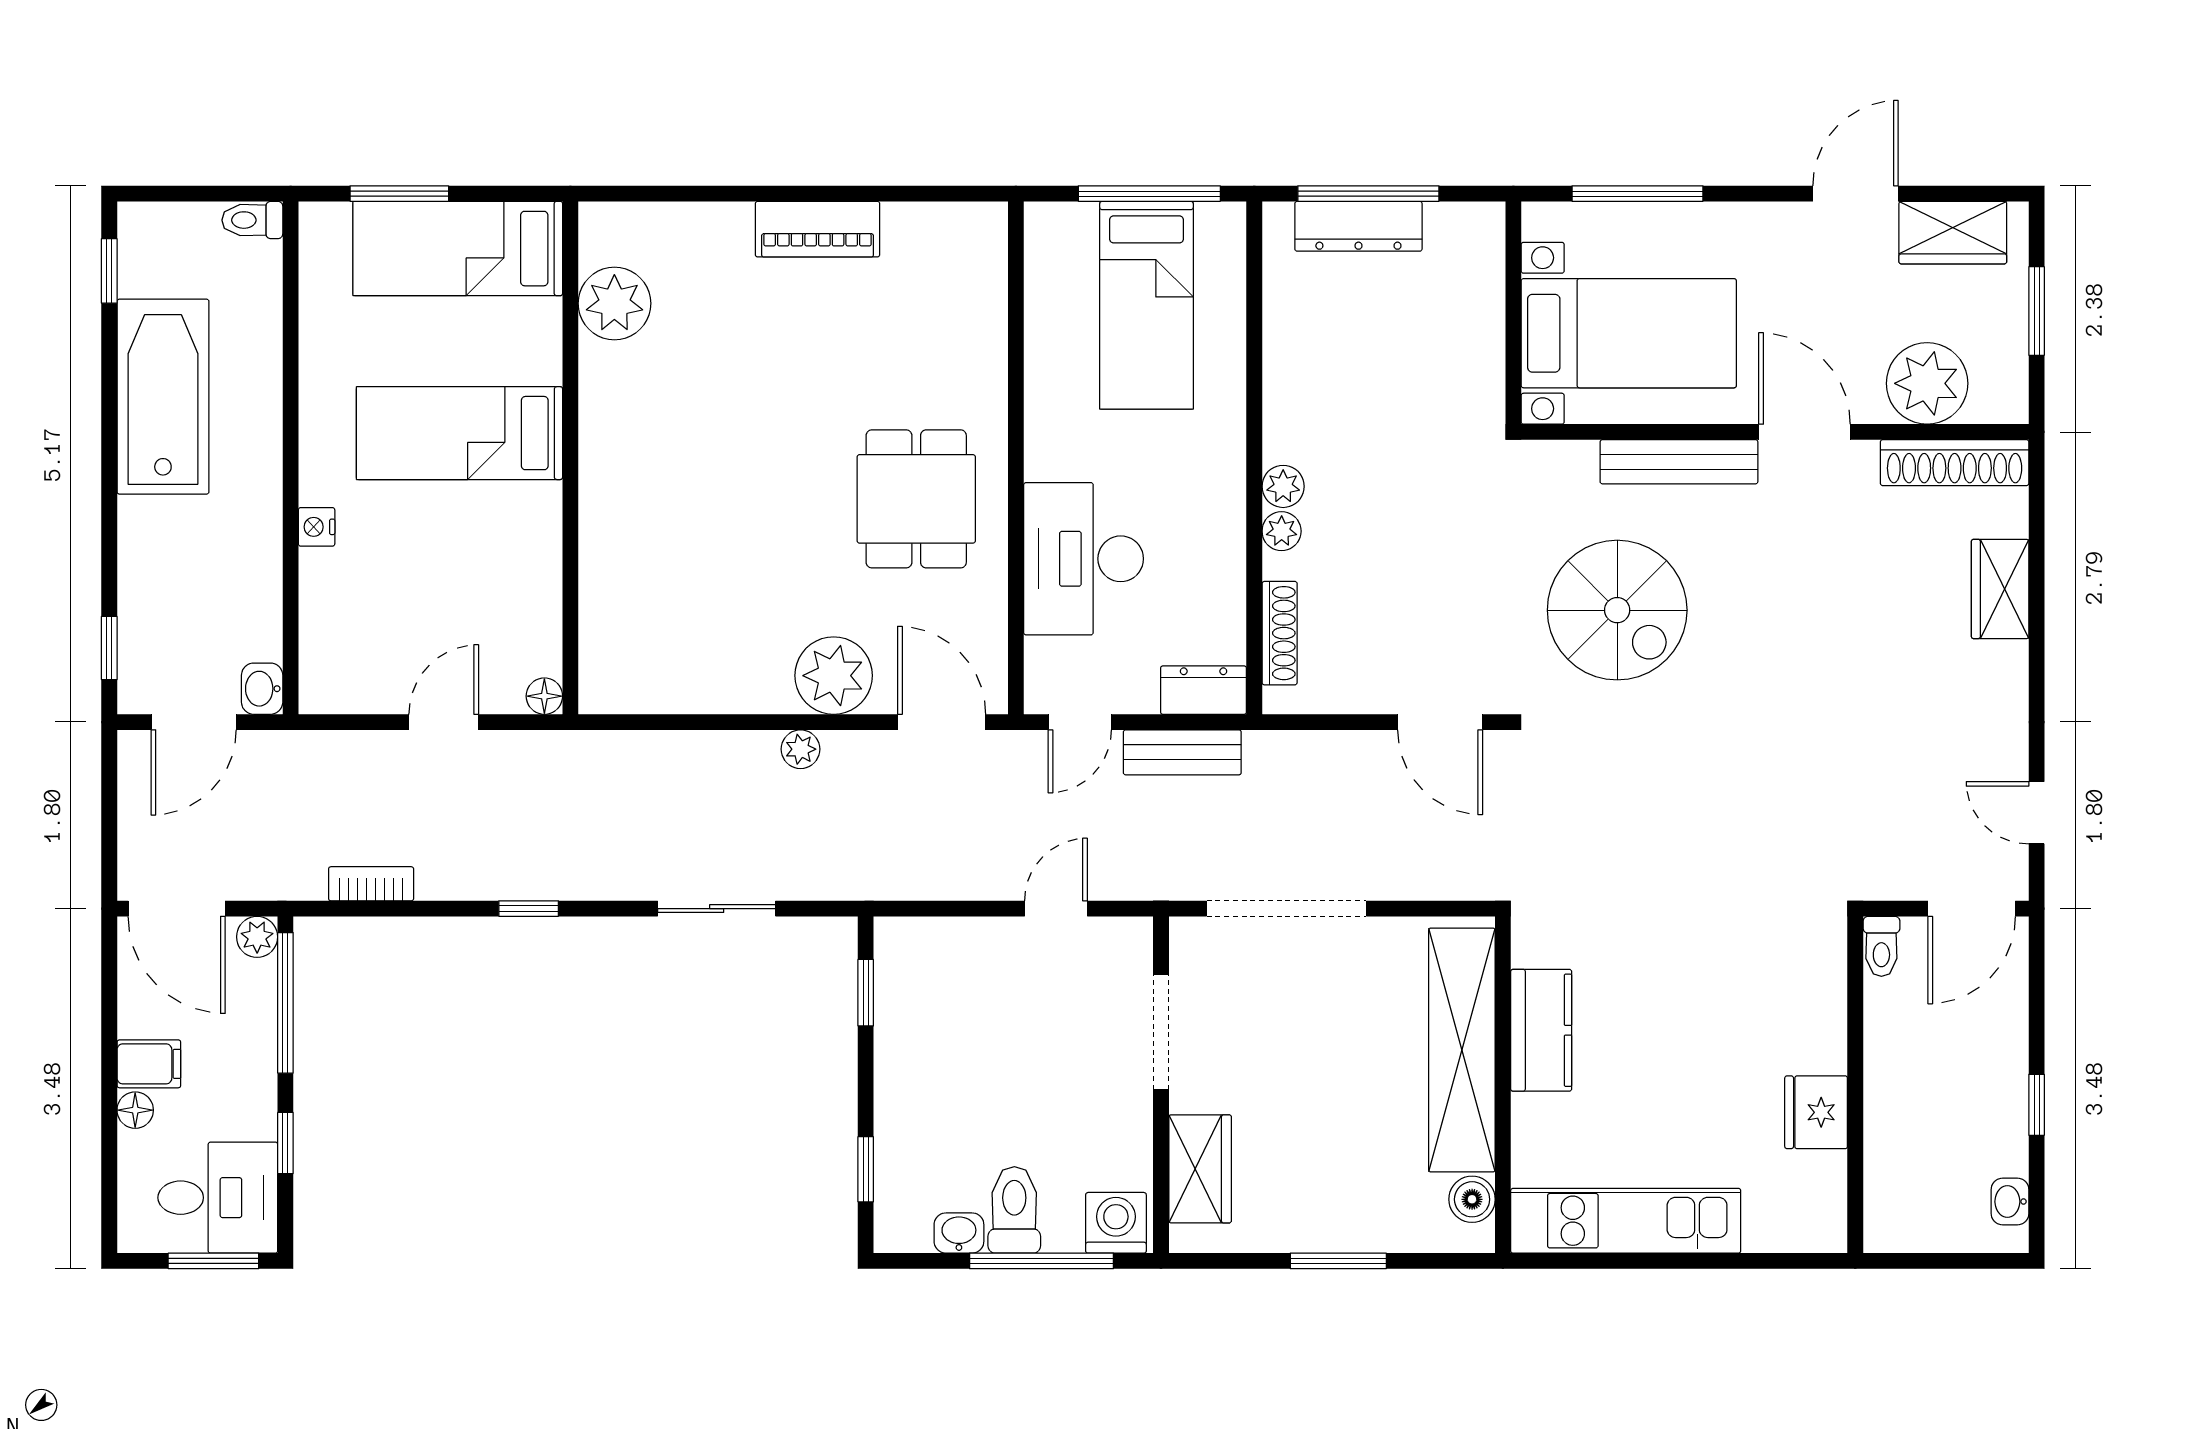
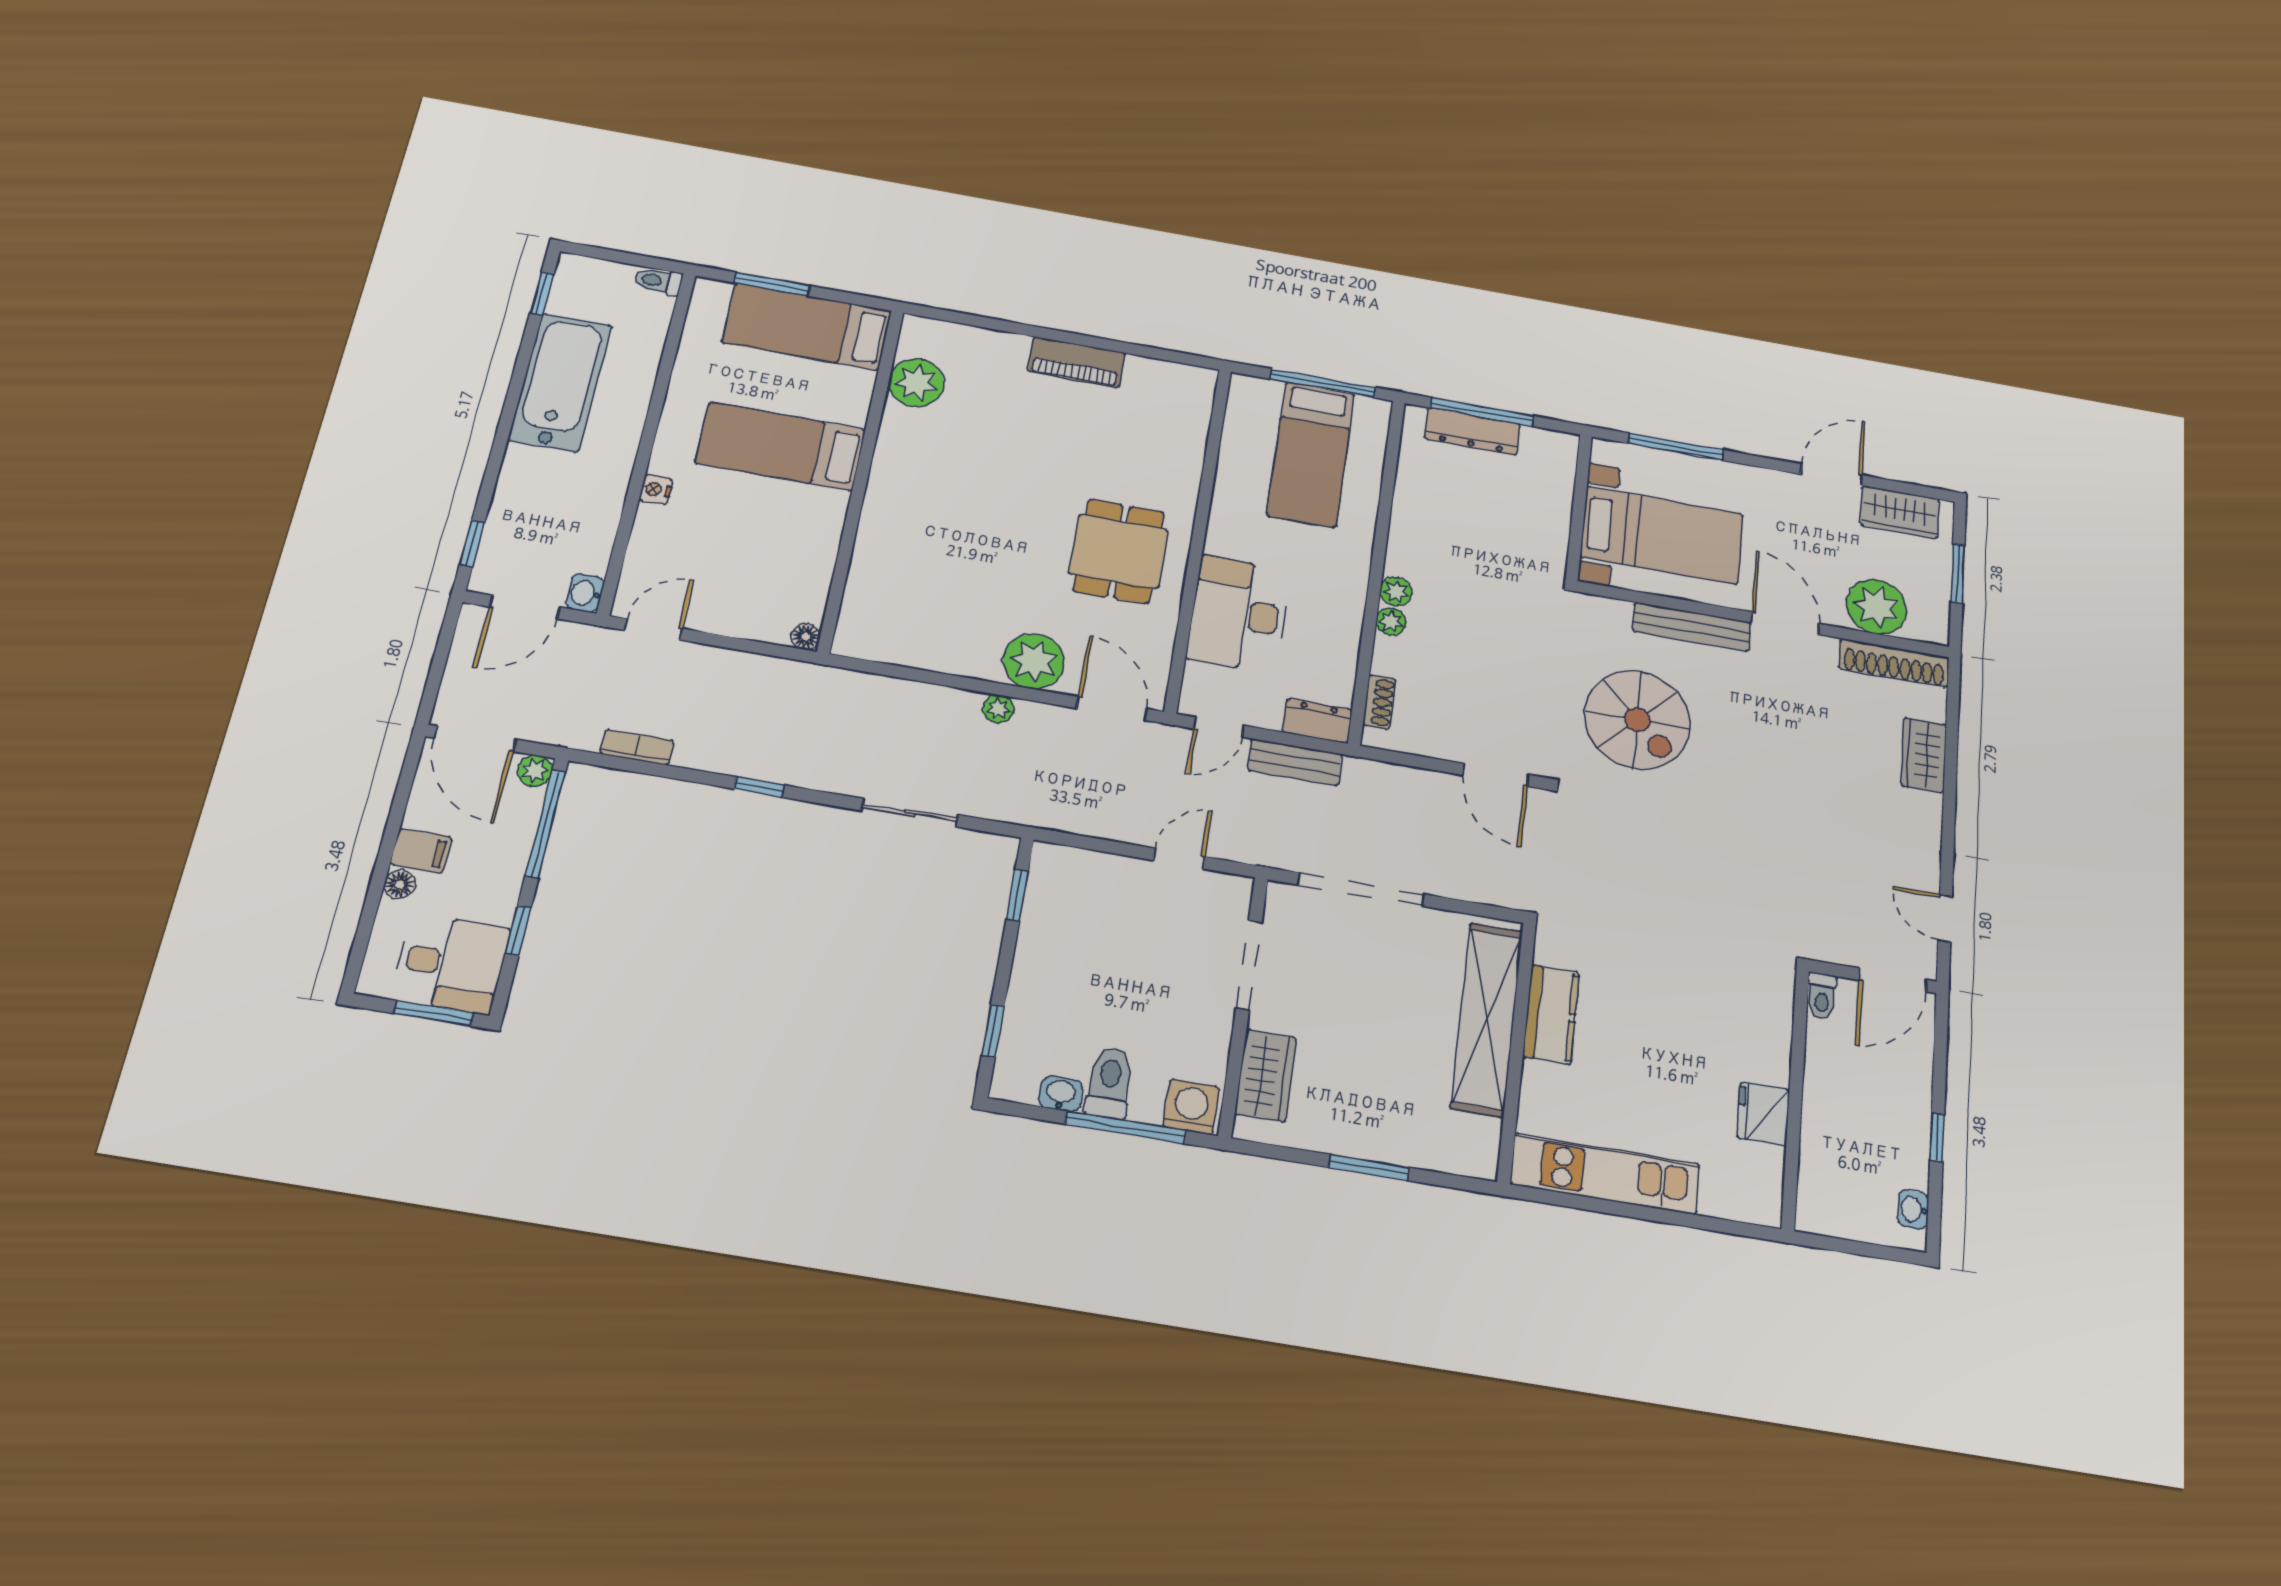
shoe rack: (1280, 633) -> (1379, 702), width x0.70
door: (444, 722) -> (653, 629), moved
boiler: (1472, 1199) -> (1483, 1136), removed

